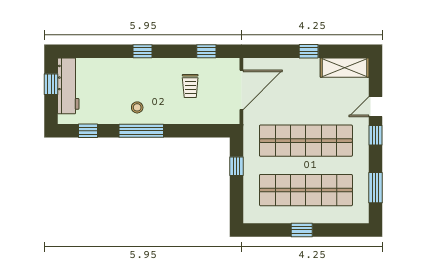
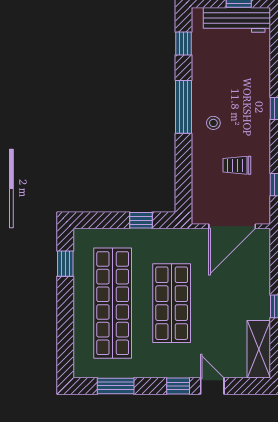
door: (241, 90) -> (232, 226), hinge flipped
stool: (137, 107) -> (213, 123), moved
shop shelf: (306, 141) -> (172, 303), width x0.71
window: (302, 230) -> (65, 264), moved

